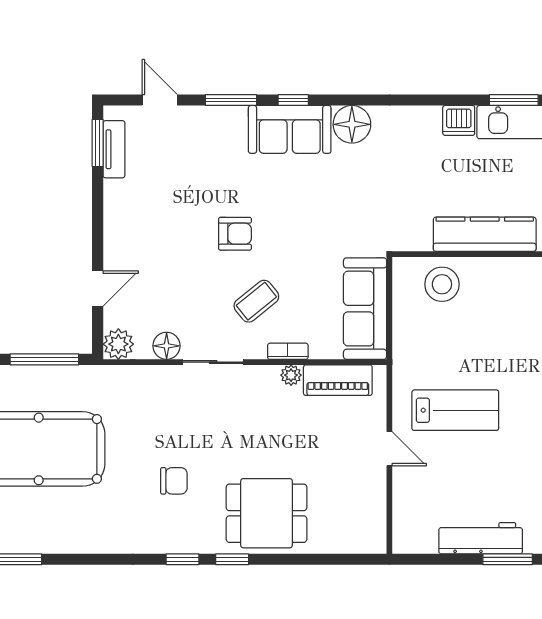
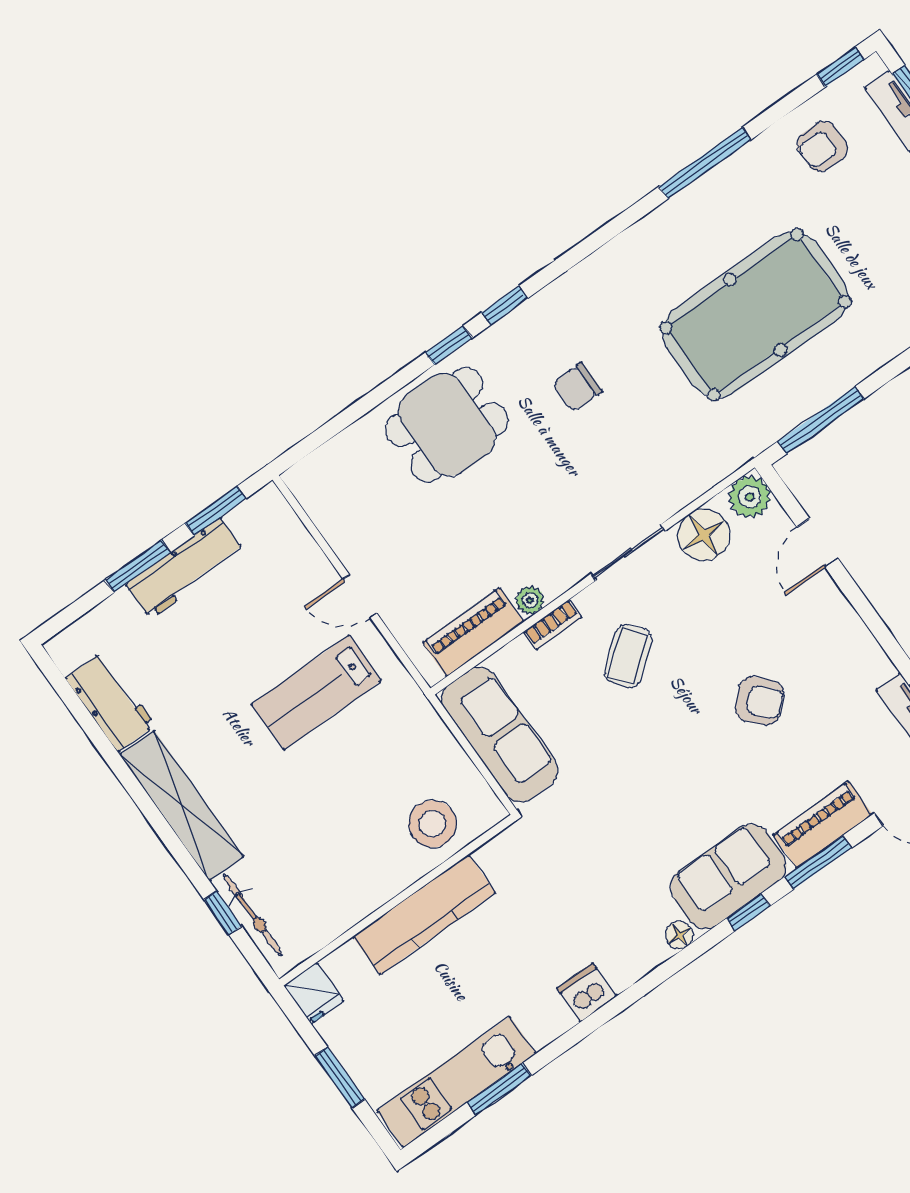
dishwasher: (459, 120) -> (587, 992), moved
piano: (213, 121) -> (823, 825), added
floor lamp: (352, 124) -> (679, 935), width x0.53, depth x0.53
armchair: (235, 234) -> (759, 701), moved, turned -133
floor lamp: (167, 346) -> (704, 535), width x1.38, depth x1.38
window: (439, 559) -> (216, 511), added

